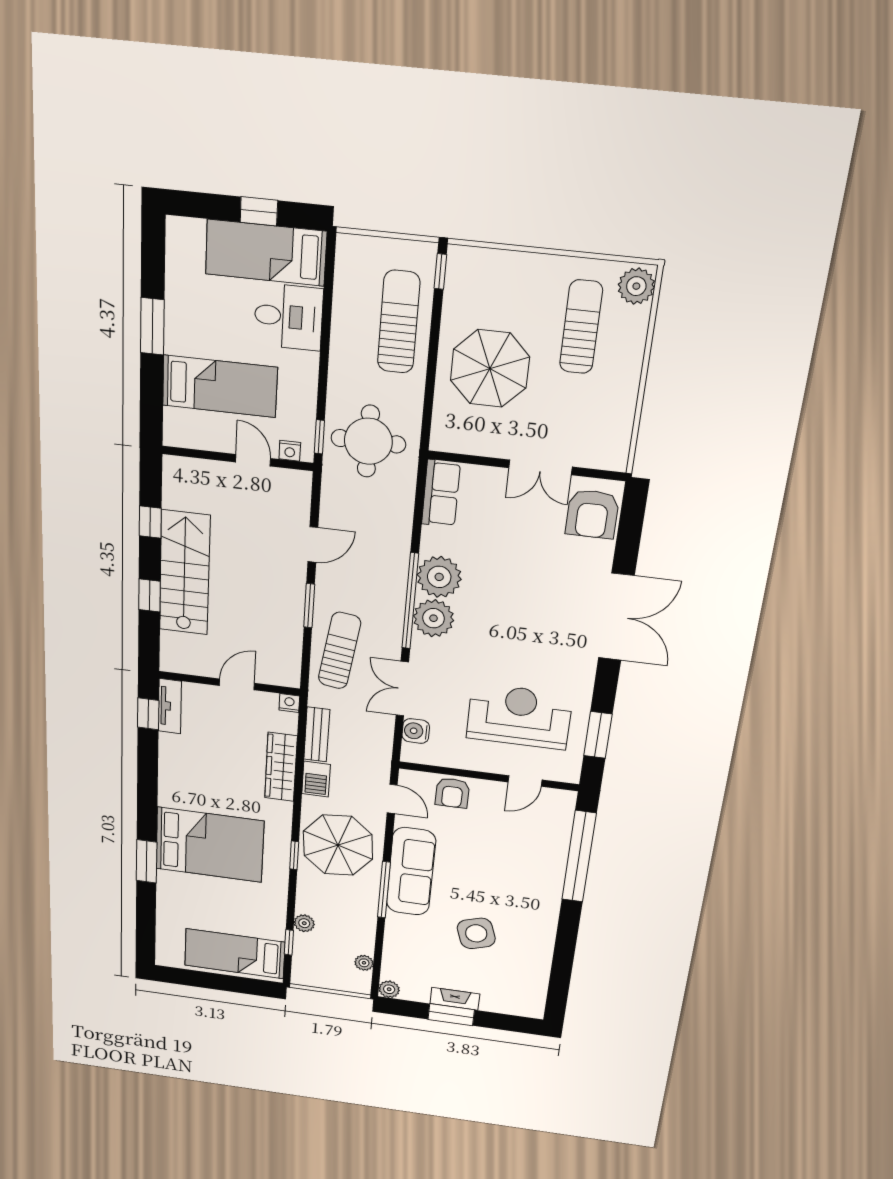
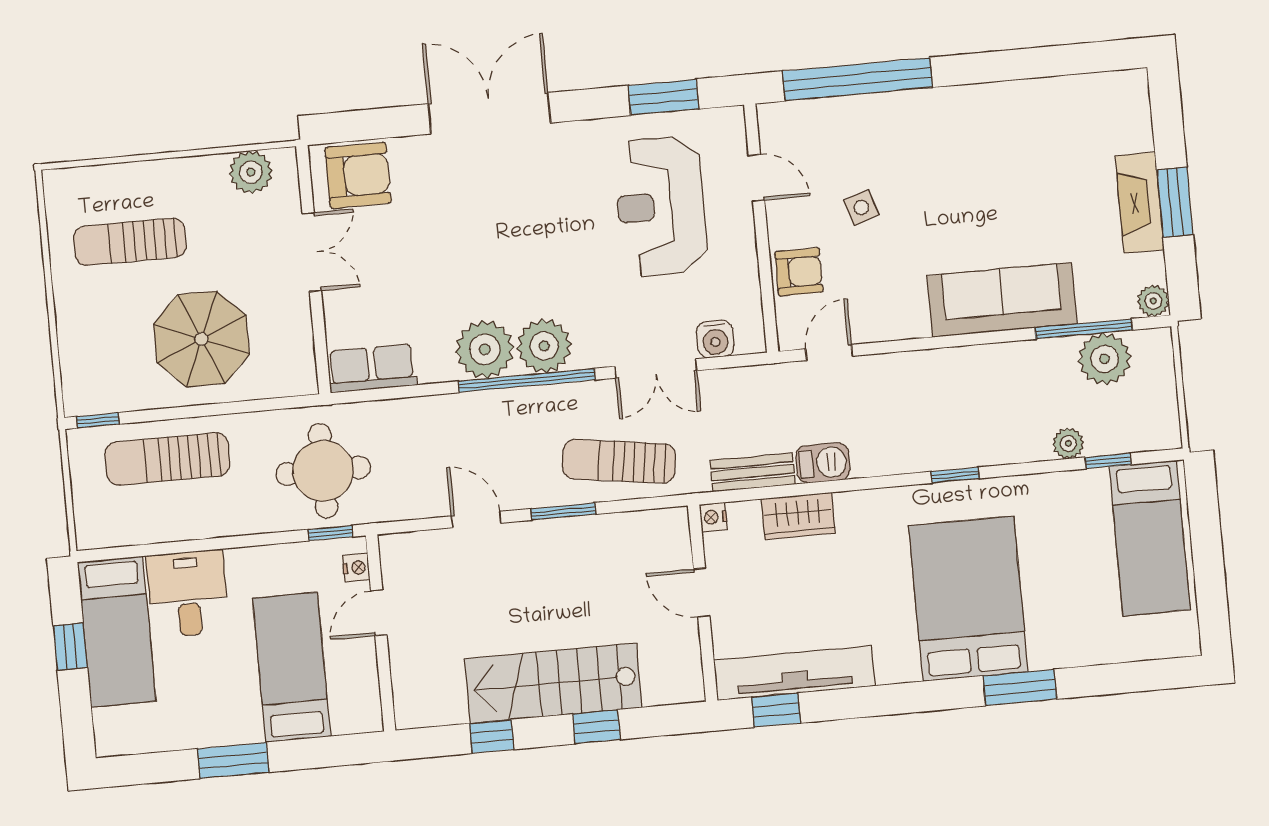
plant: (636, 286) -> (251, 172), moved
tv unit: (170, 706) -> (794, 673), width x1.92, depth x1.29
wardrobe: (281, 767) -> (798, 516), width x0.67
parasol: (338, 845) -> (923, 416), removed
sofa: (411, 872) -> (1002, 300), moved
window: (384, 890) -> (1084, 329), moved
side table: (476, 933) -> (861, 207), moved, width x0.54, depth x0.54
plant: (364, 963) -> (1104, 359), width x1.88, depth x1.88
fireplace: (455, 999) -> (1140, 203), width x1.37, depth x1.32

